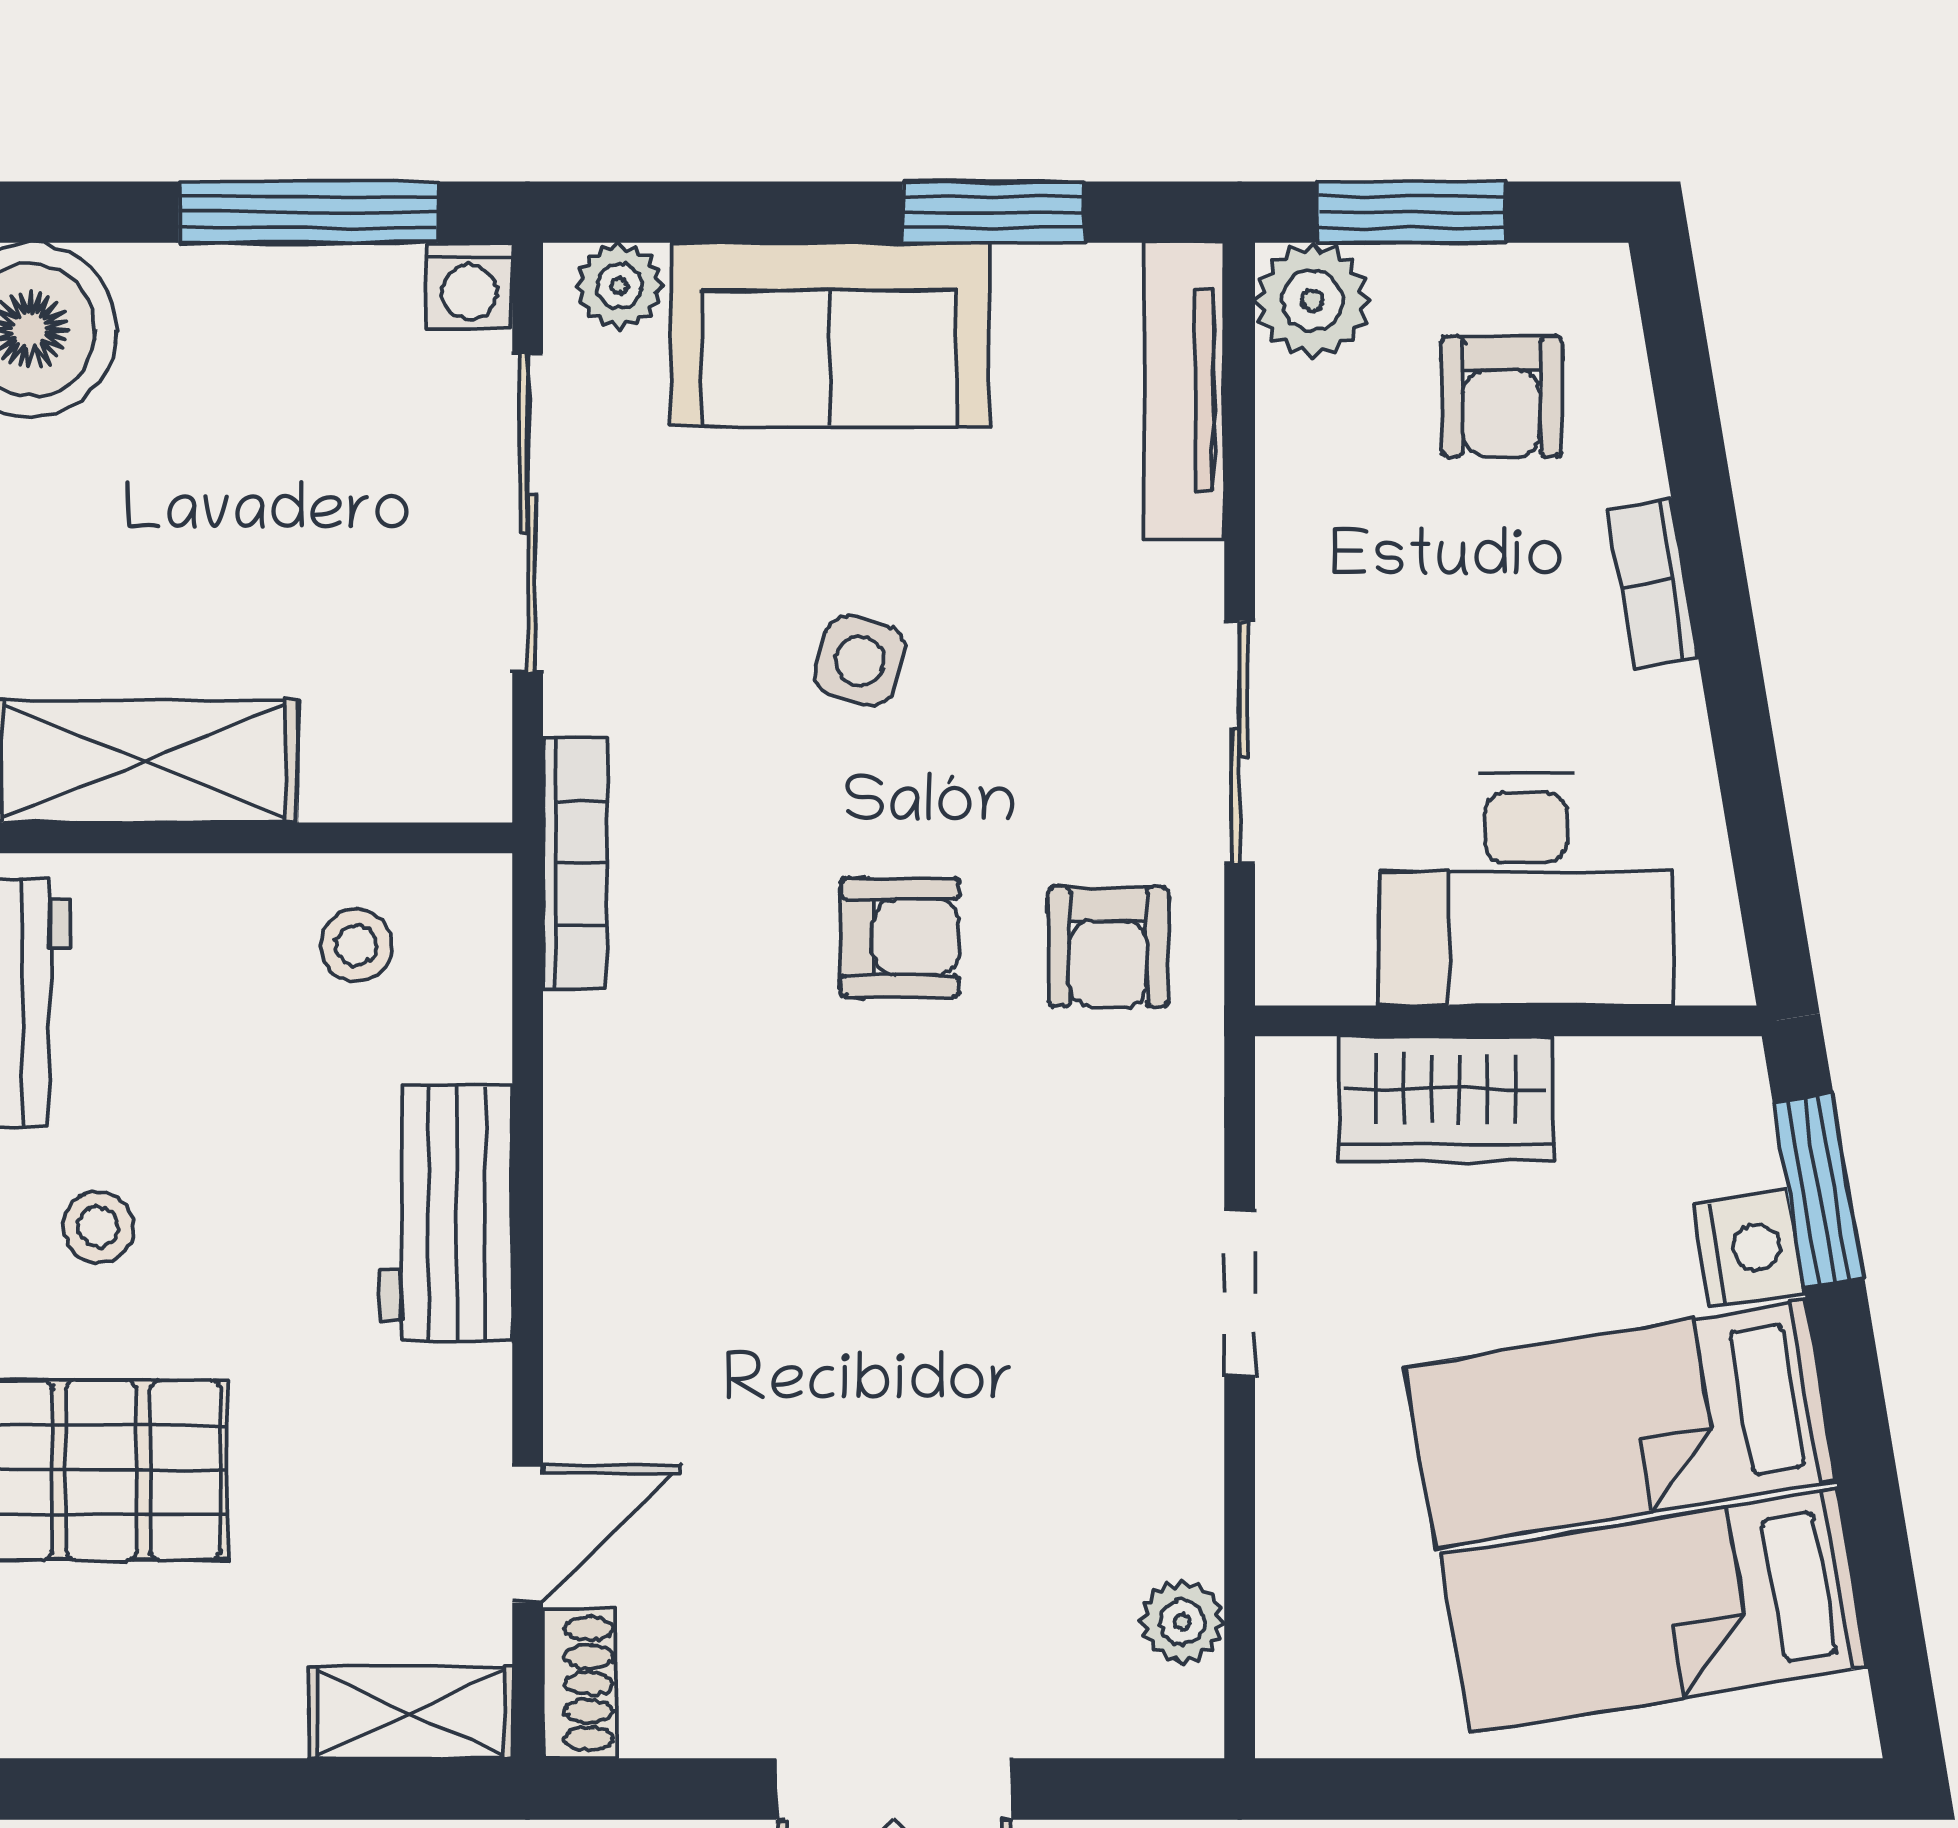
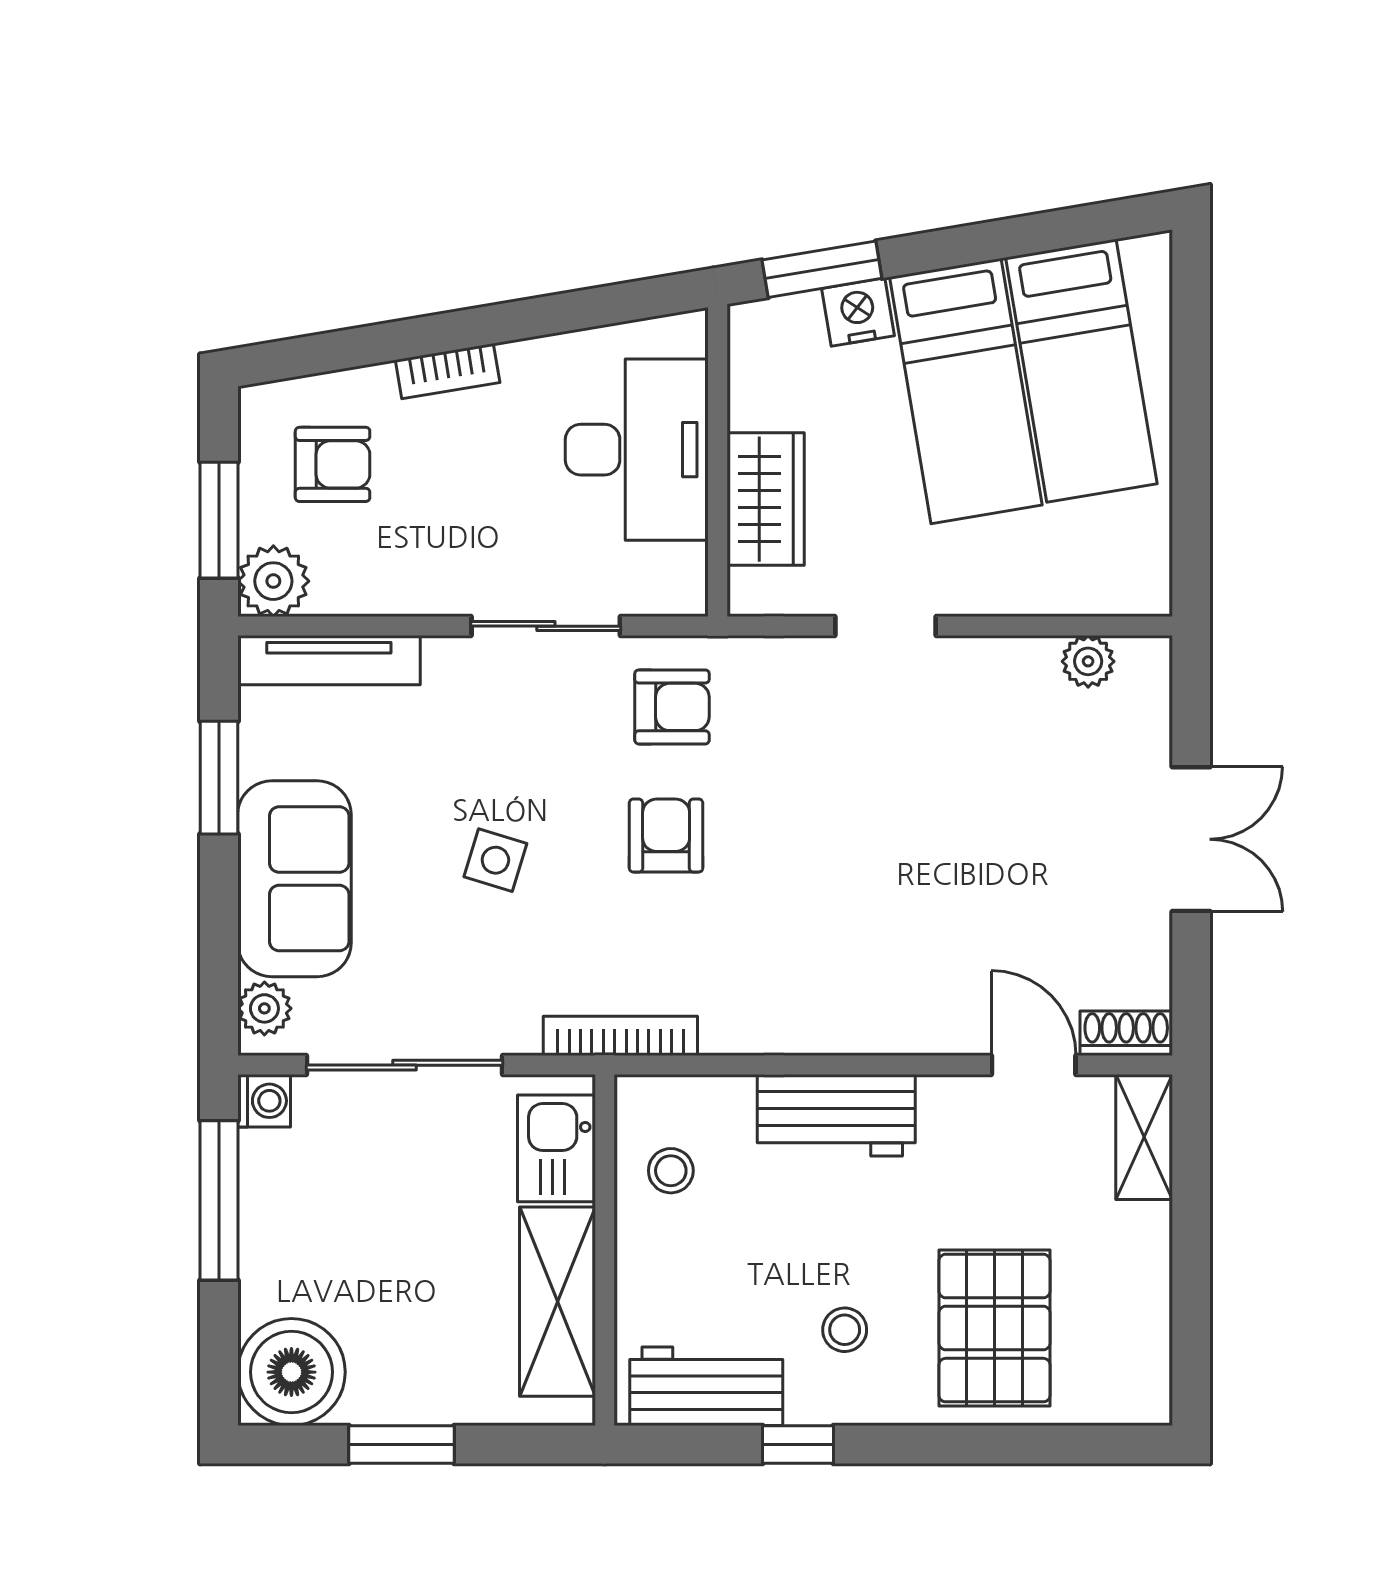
kitchen sink: (392, 760) -> (557, 1148), added

